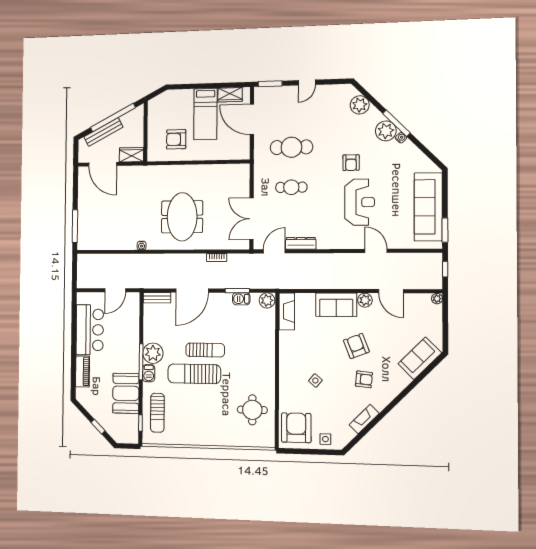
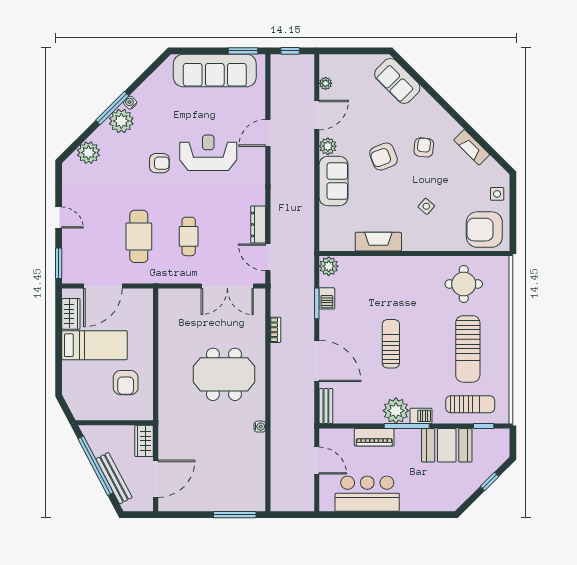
plant: (437, 299) -> (326, 83), moved
fireplace: (287, 311) -> (378, 242), moved
piano: (82, 371) -> (374, 437), moved, turned 180
sun lounger: (194, 374) -> (468, 349), moved

